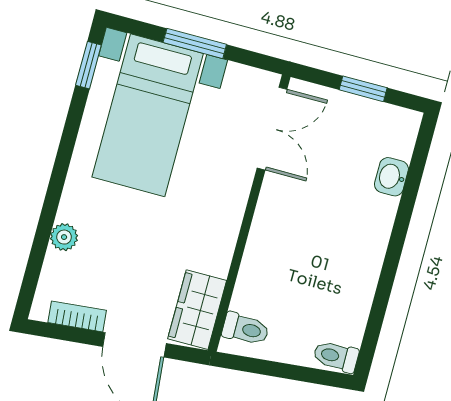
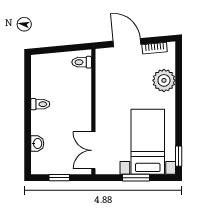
plant: (64, 237) -> (164, 80), width x1.87, depth x1.87
wardrobe: (197, 310) -> (104, 65), removed
toilet: (336, 356) -> (40, 104), moved

